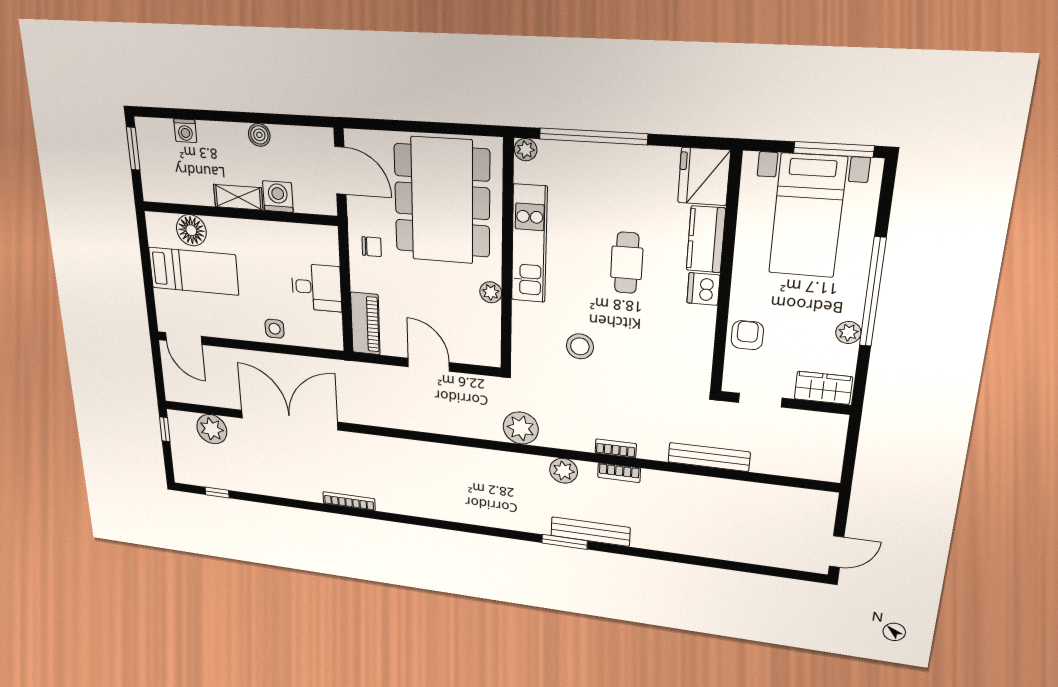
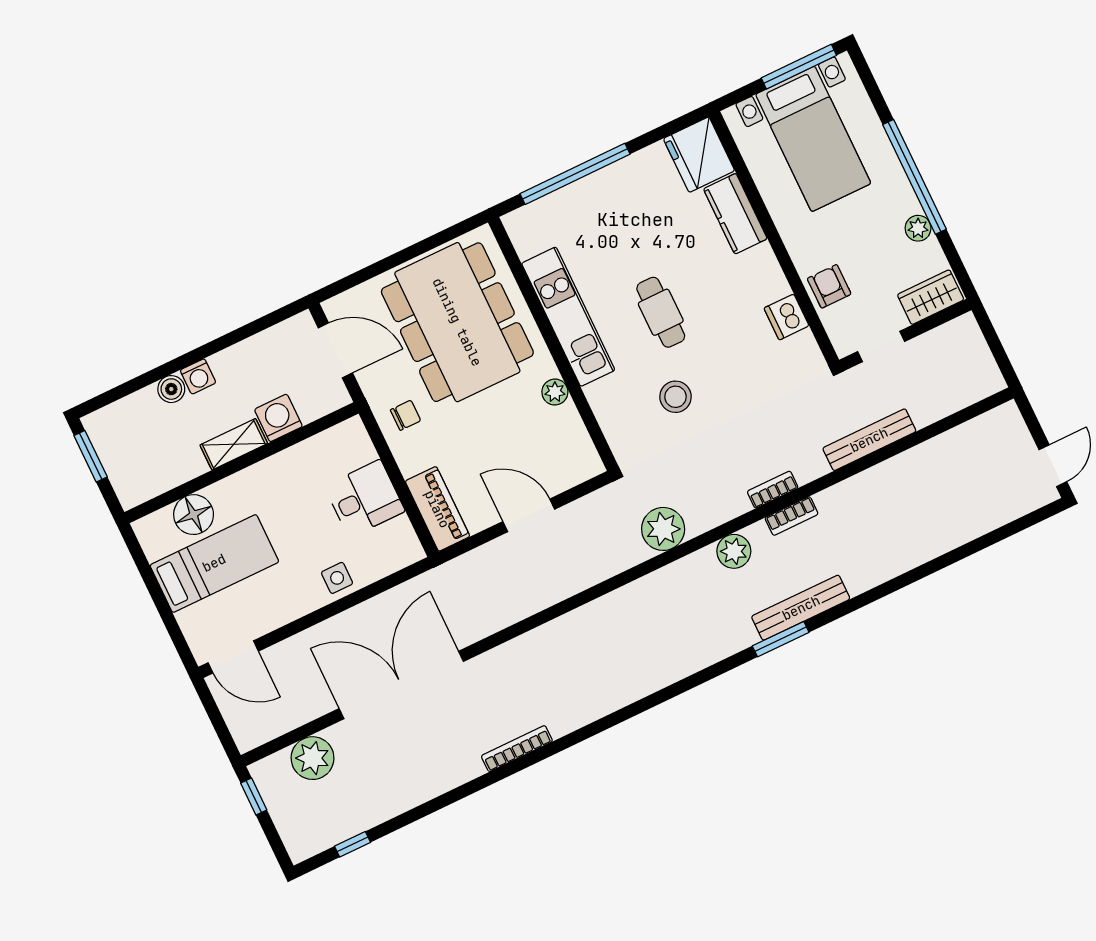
washing machine: (185, 131) -> (198, 376), moved
boiler: (259, 135) -> (171, 389), moved
plant: (526, 150) -> (516, 223), removed
cafe table: (627, 263) -> (661, 312), moved
dishwasher: (703, 289) -> (787, 317), moved

